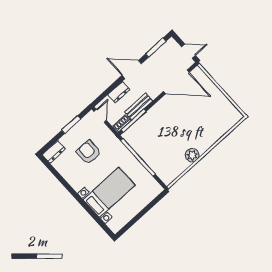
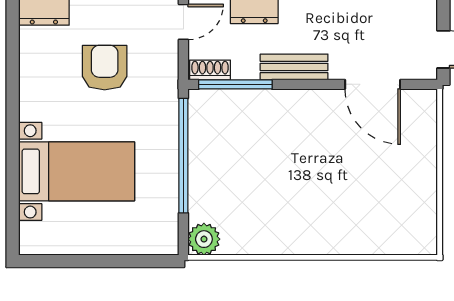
door: (176, 82) -> (373, 84), width x0.73
bench: (139, 106) -> (294, 67), moved
plant: (192, 155) -> (204, 239), moved

